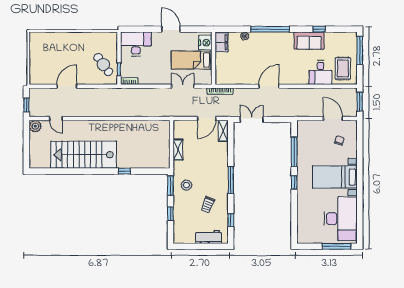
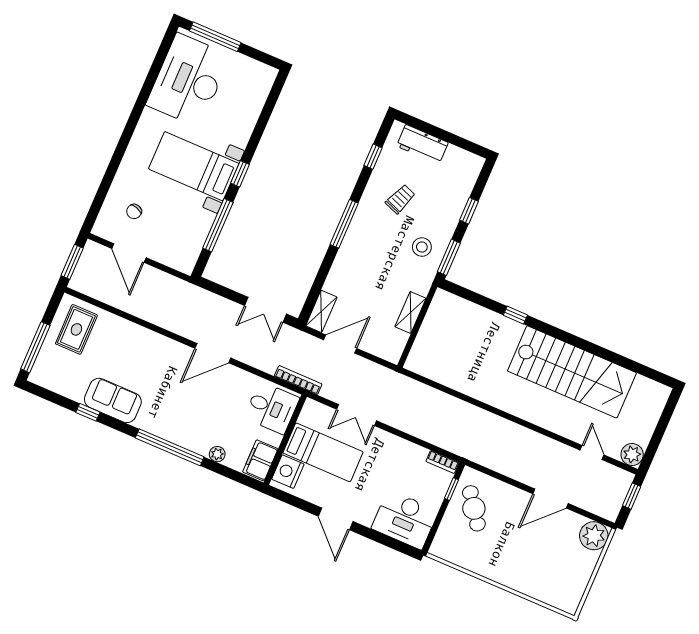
desk: (320, 72) -> (272, 408), moved, turned 90
plant: (37, 77) -> (594, 536), added
bed with nightstands: (335, 177) -> (194, 166), moved, turned 180

